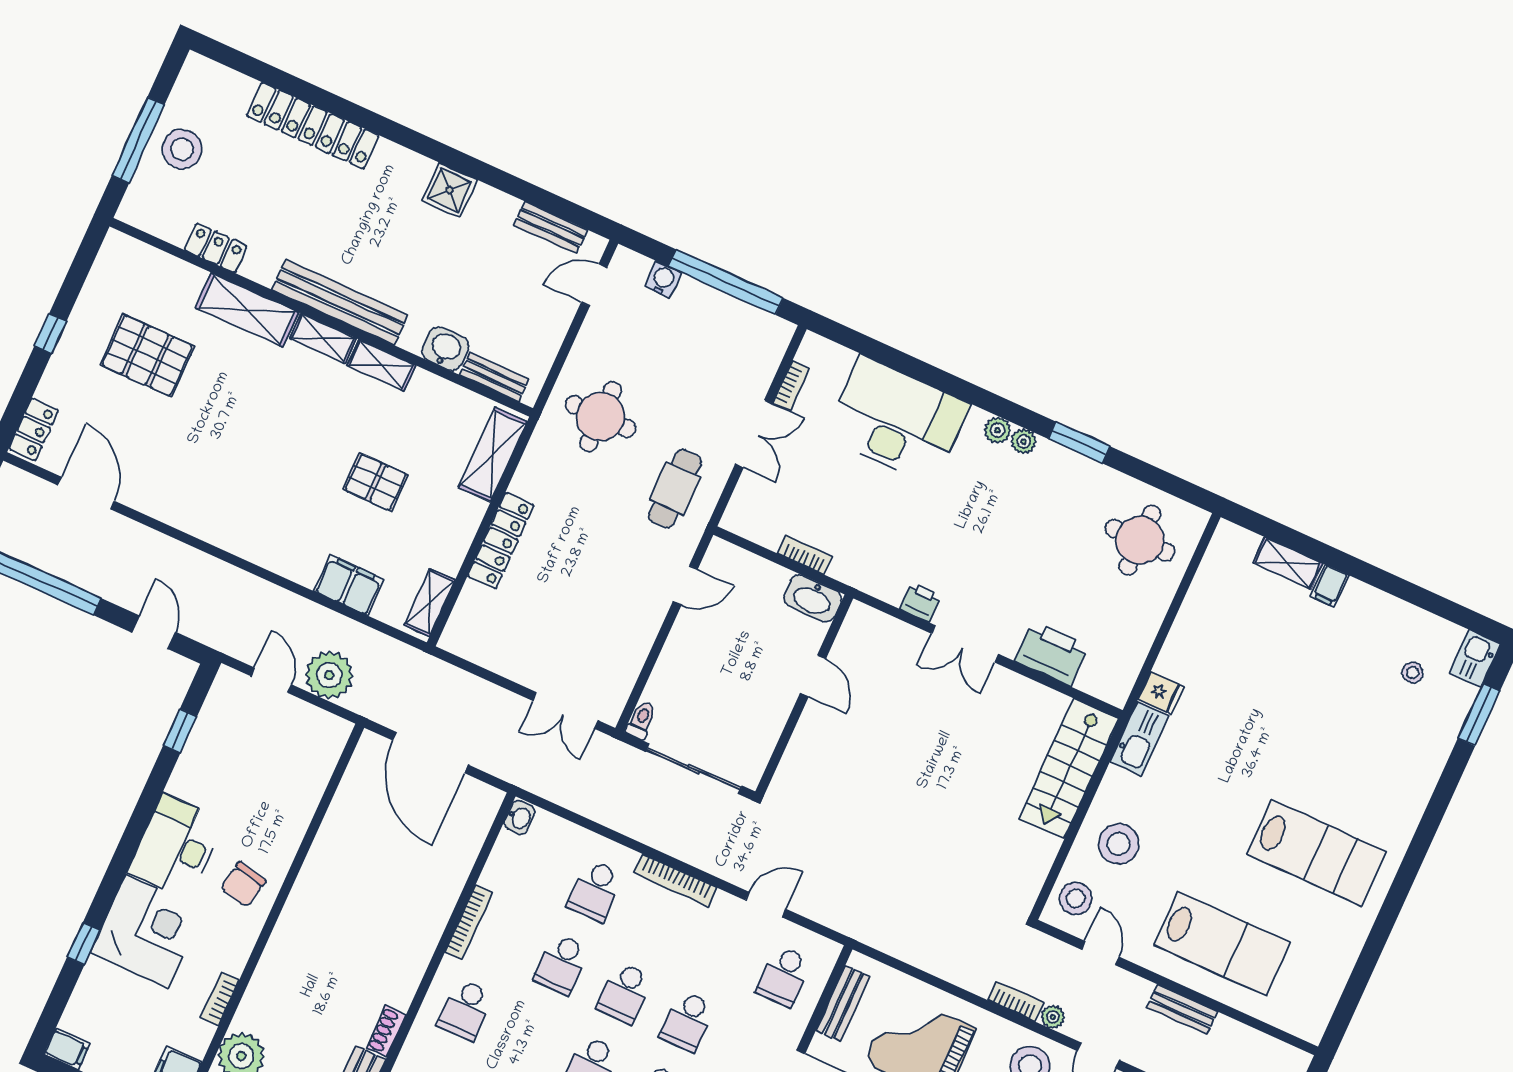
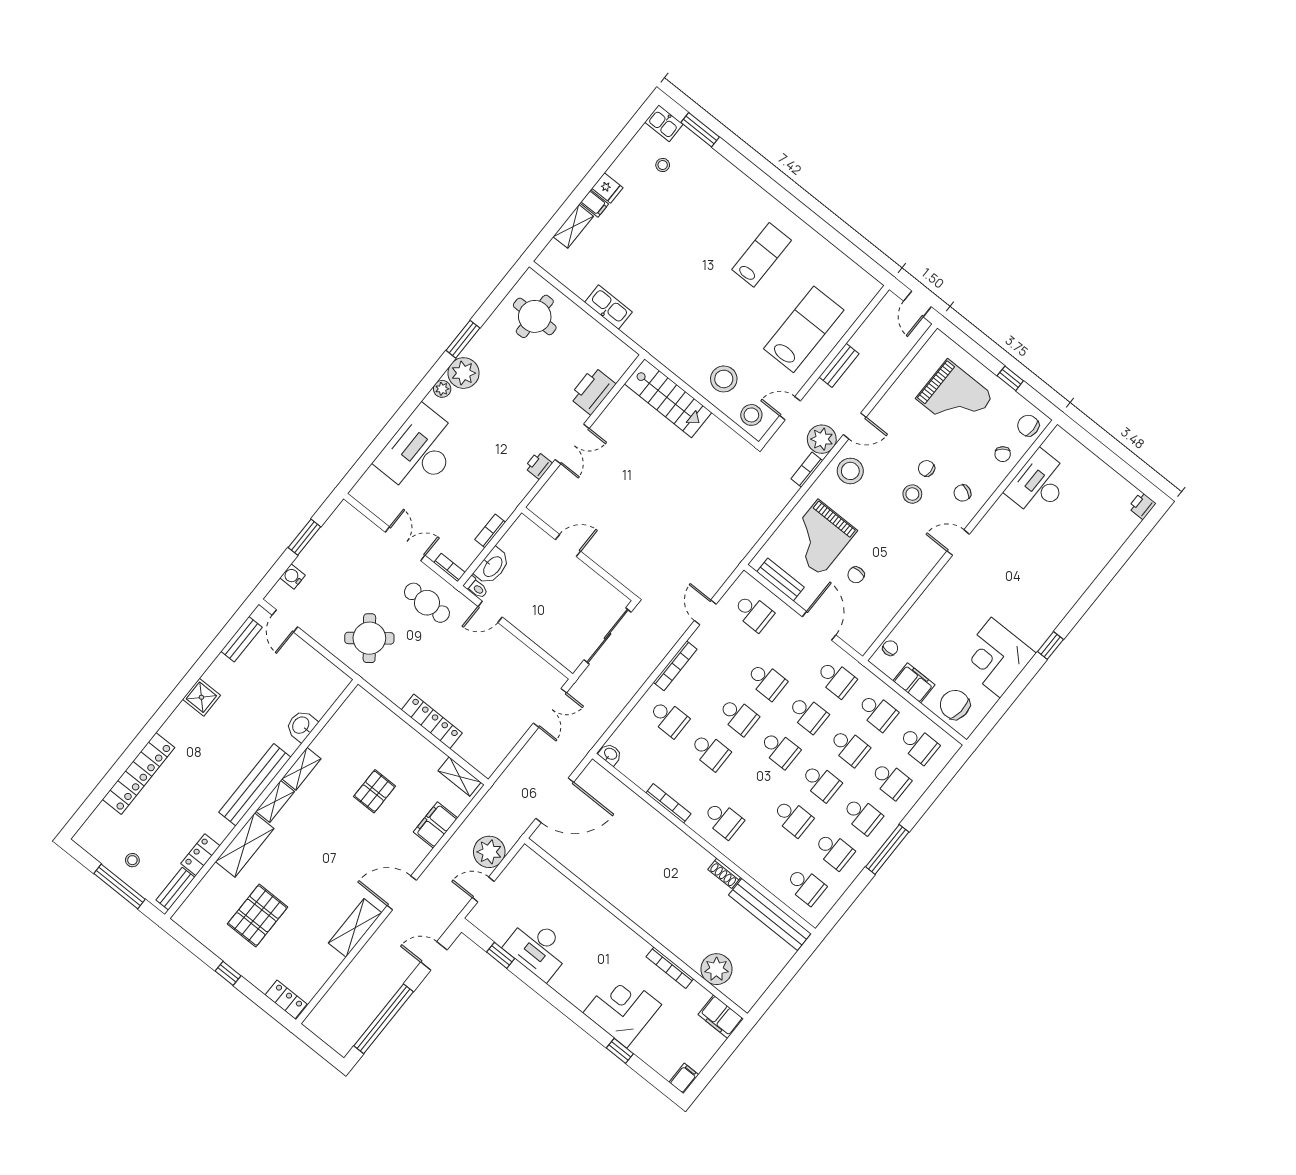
stool: (182, 149) -> (132, 860), width x0.53, depth x0.53
window: (726, 282) -> (304, 537), width x0.47
bench: (494, 377) -> (175, 889), moved
bookcase: (791, 386) -> (450, 568), moved
round table: (601, 417) -> (369, 638), turned -38
plant: (1024, 441) -> (464, 373), width x1.88, depth x1.88
shelving: (493, 455) -> (355, 928), moved, turned 90
door: (86, 493) -> (402, 893), moved
door: (685, 585) -> (490, 612), swing flipped
washbasin: (813, 598) -> (492, 566), moved
fridge: (1161, 693) -> (607, 188), moved, turned 90
toilet: (641, 720) -> (476, 587), moved, turned 180
kitchen sink: (1139, 739) -> (608, 307), moved
desk: (176, 846) -> (538, 948), moved
lab bench: (1317, 853) -> (762, 255), width x0.73, depth x0.72
chair: (243, 885) -> (608, 940), removed
bookcase: (220, 999) -> (670, 968), width x1.56
plant: (1053, 1017) -> (822, 439), width x1.87, depth x1.87

